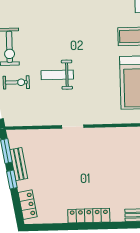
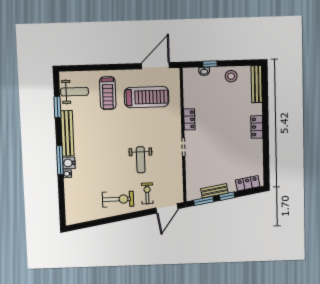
locker: (106, 134) -> (189, 119), added
locker: (89, 216) -> (257, 127), width x0.66

